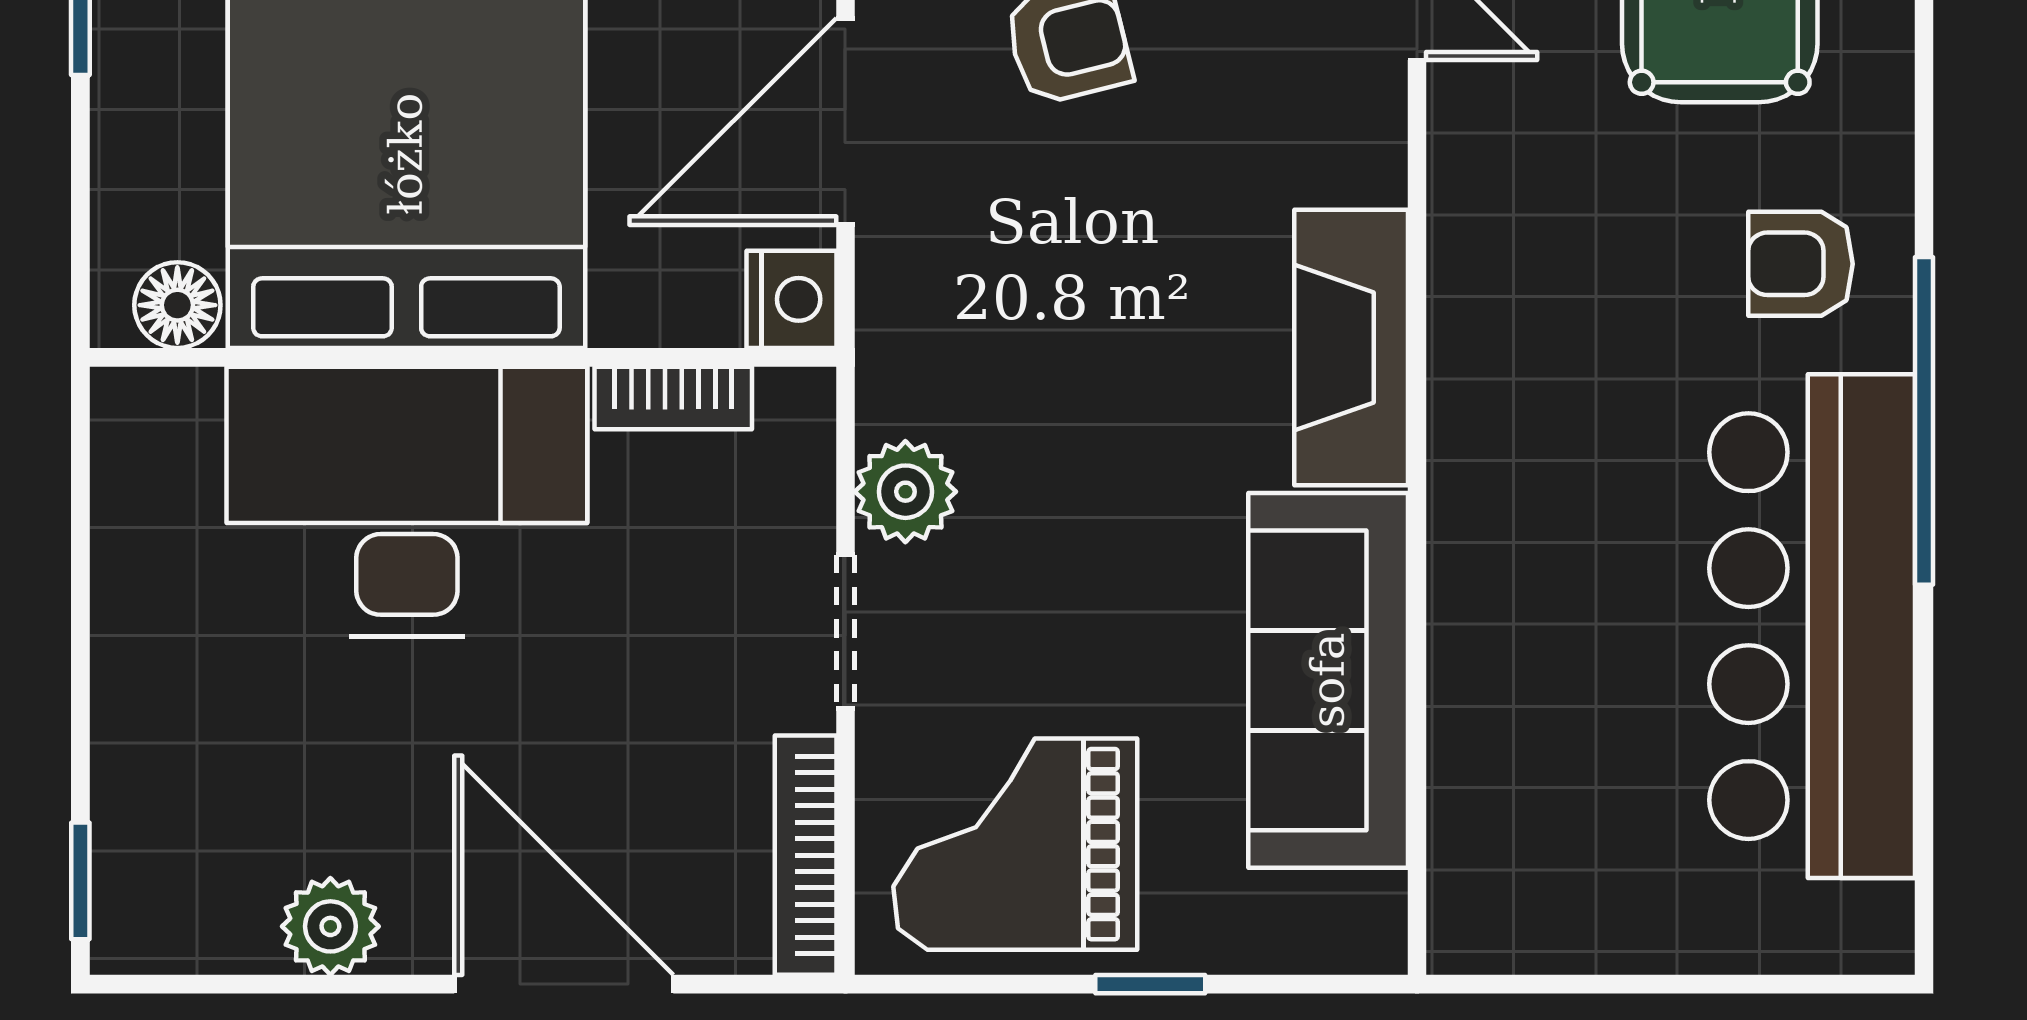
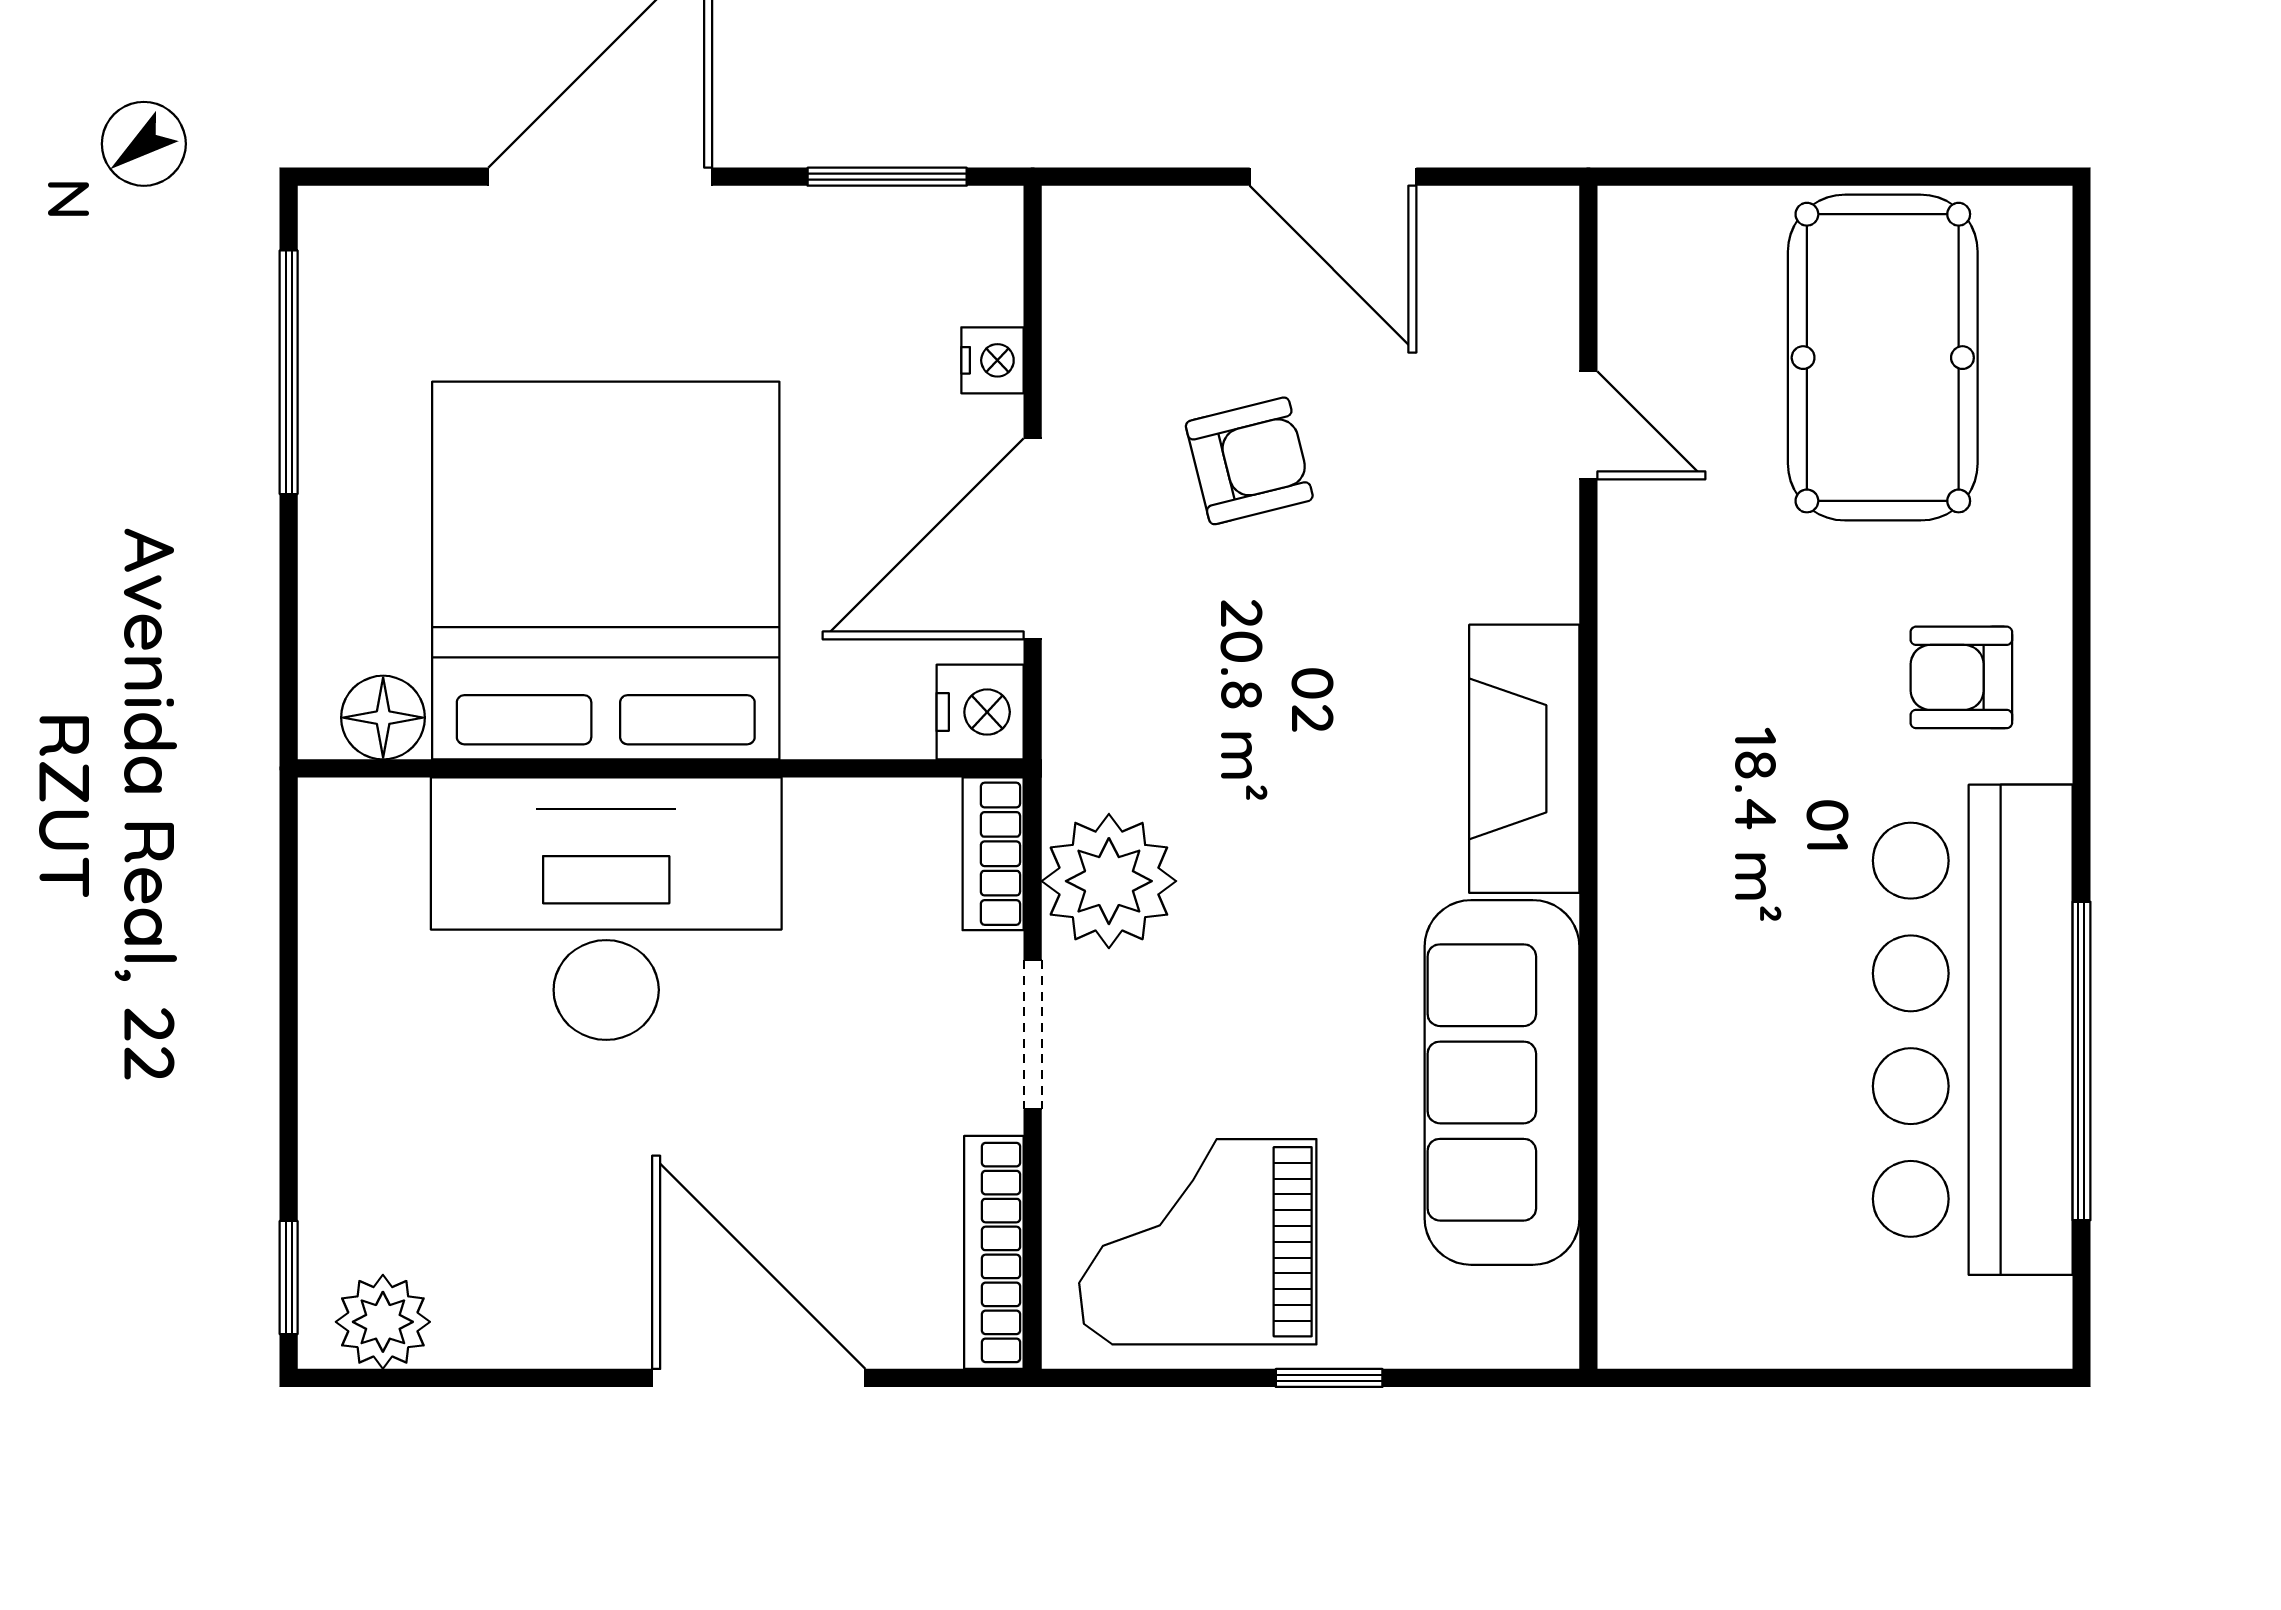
bookcase: (673, 398) -> (993, 854), moved, turned 90
window: (1924, 421) -> (2081, 1061), moved
plant: (905, 492) -> (1109, 881), width x1.36, depth x1.36
plant: (330, 926) -> (383, 1322), moved

